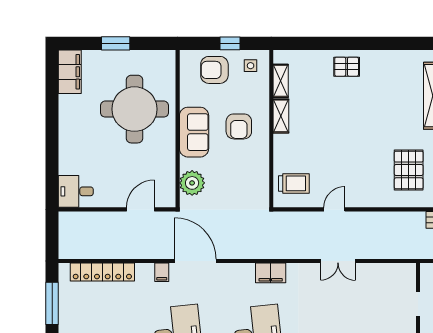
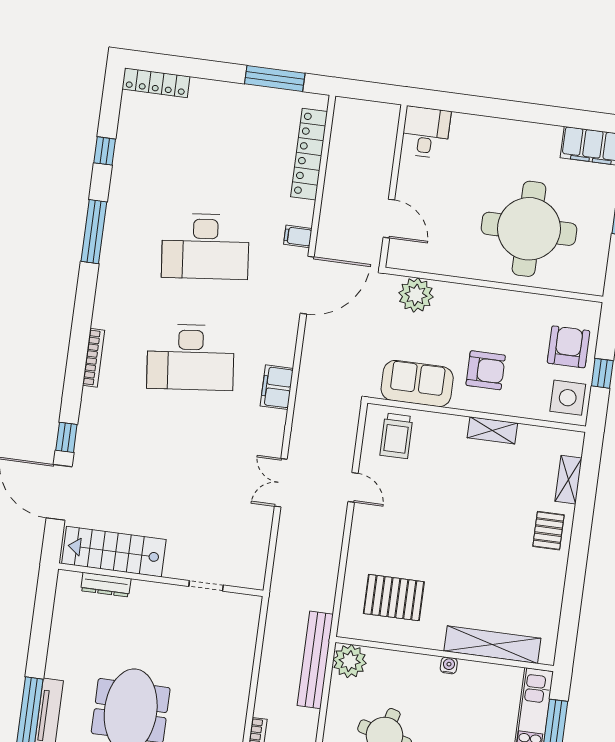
side table: (251, 66) -> (568, 398), width x1.87, depth x1.87
shelving: (281, 81) -> (568, 480), moved, turned 90
armchair: (239, 126) -> (486, 370), turned 180
sofa: (194, 132) -> (417, 384), moved, turned 180

